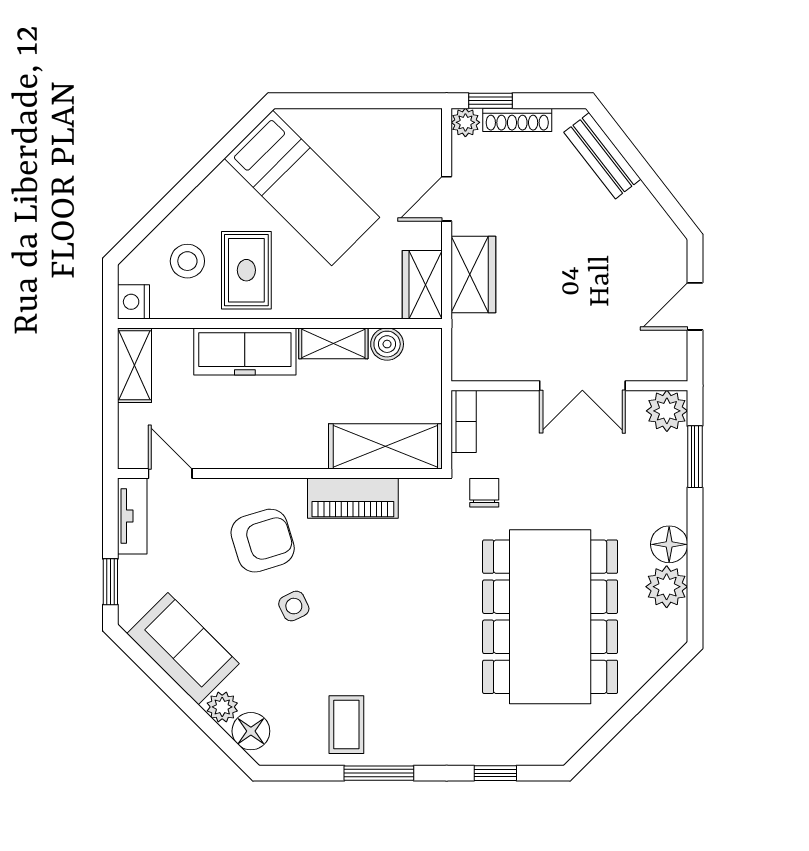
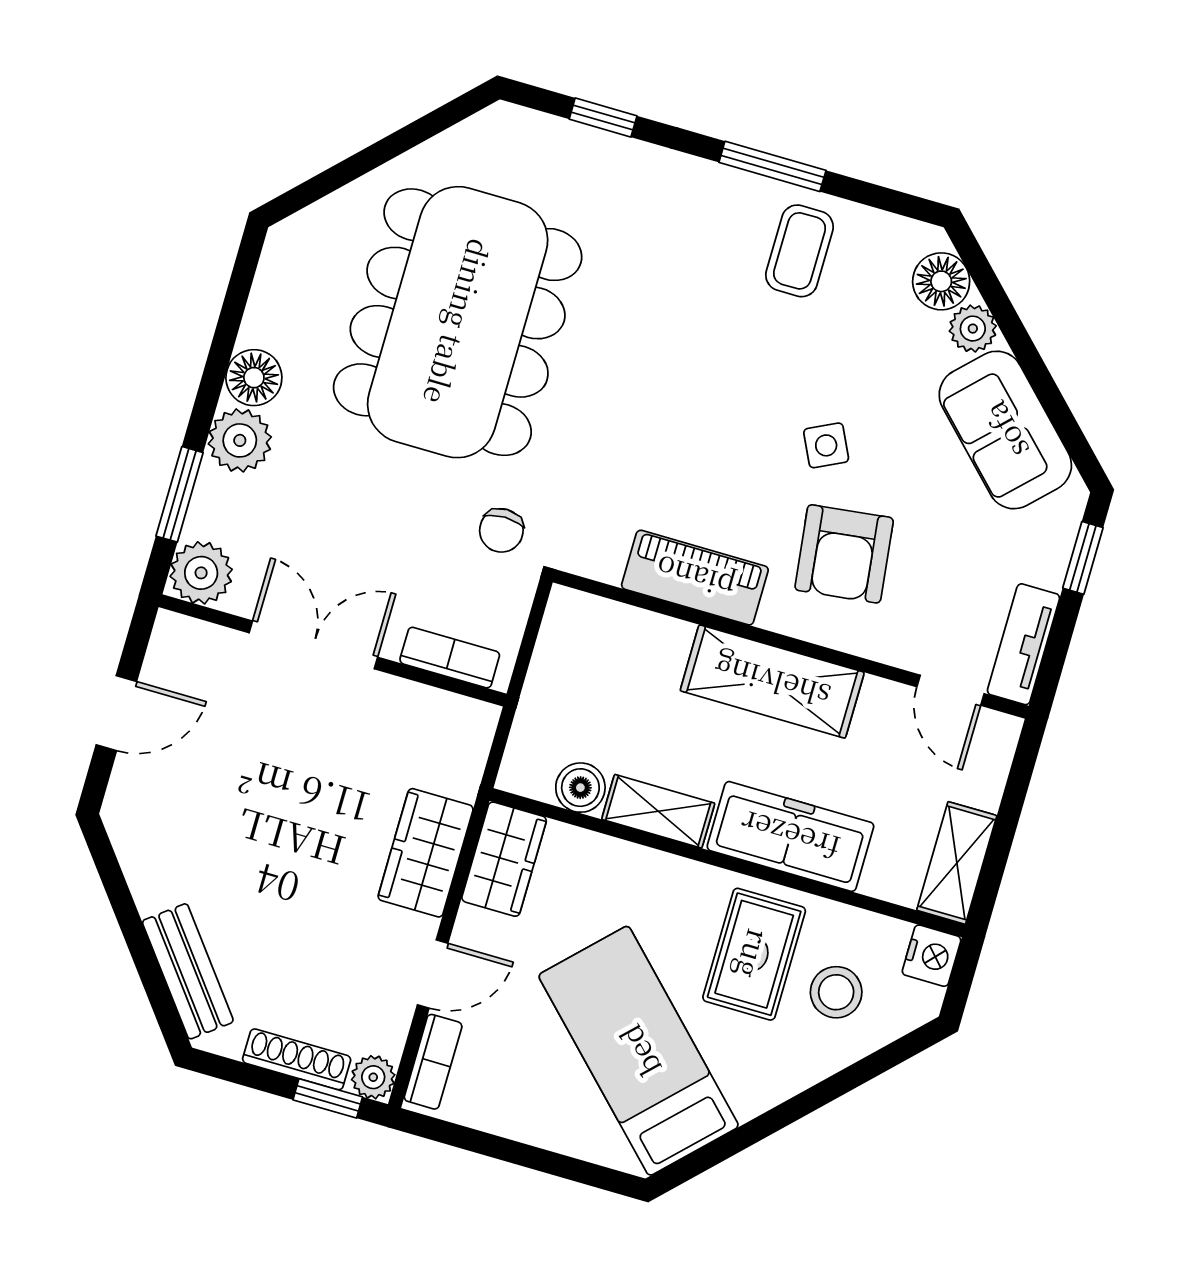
bookcase: (430, 143) -> (433, 1062), added
bookcase: (464, 421) -> (450, 658), moved, turned 90
shelving: (385, 446) -> (772, 682), moved
armchair: (263, 541) -> (844, 554), turned -80
plant: (667, 587) -> (240, 440), moved

